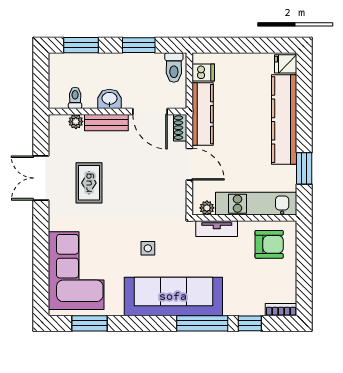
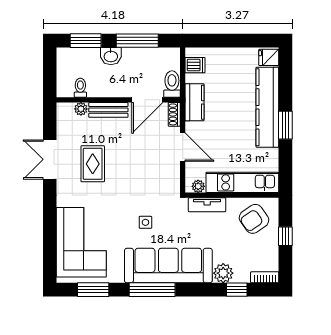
window: (139, 45) -> (137, 41), width x1.44
toilet: (174, 68) -> (172, 84), moved, turned 180
washbasin: (109, 99) -> (111, 56), moved, turned 180
door: (150, 111) -> (147, 100), hinge flipped
kitchen counter: (203, 114) -> (194, 102), width x0.67
window: (304, 168) -> (285, 125), moved
armchair: (269, 244) -> (254, 219), turned 145
window: (304, 264) -> (285, 236), added
plant: (235, 305) -> (223, 273), added
window: (202, 323) -> (152, 290), moved

